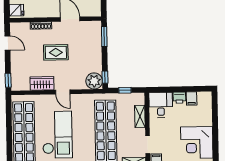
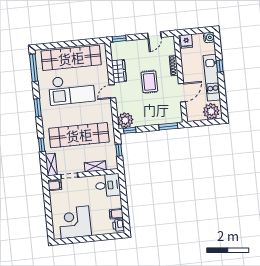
printer: (179, 98) -> (119, 225), moved

